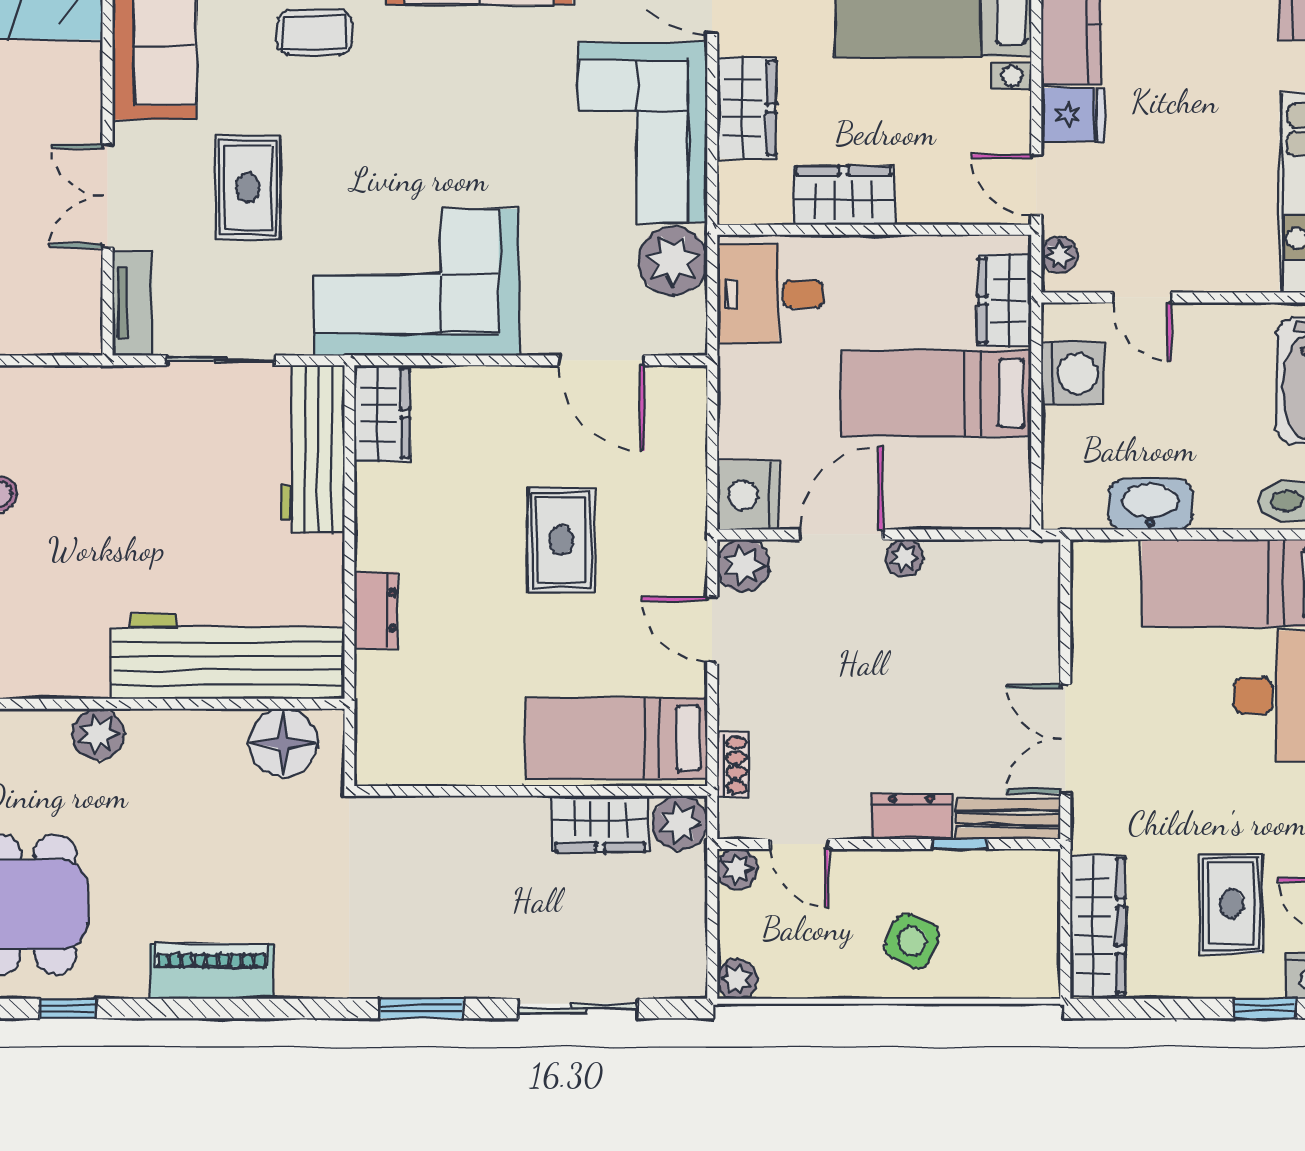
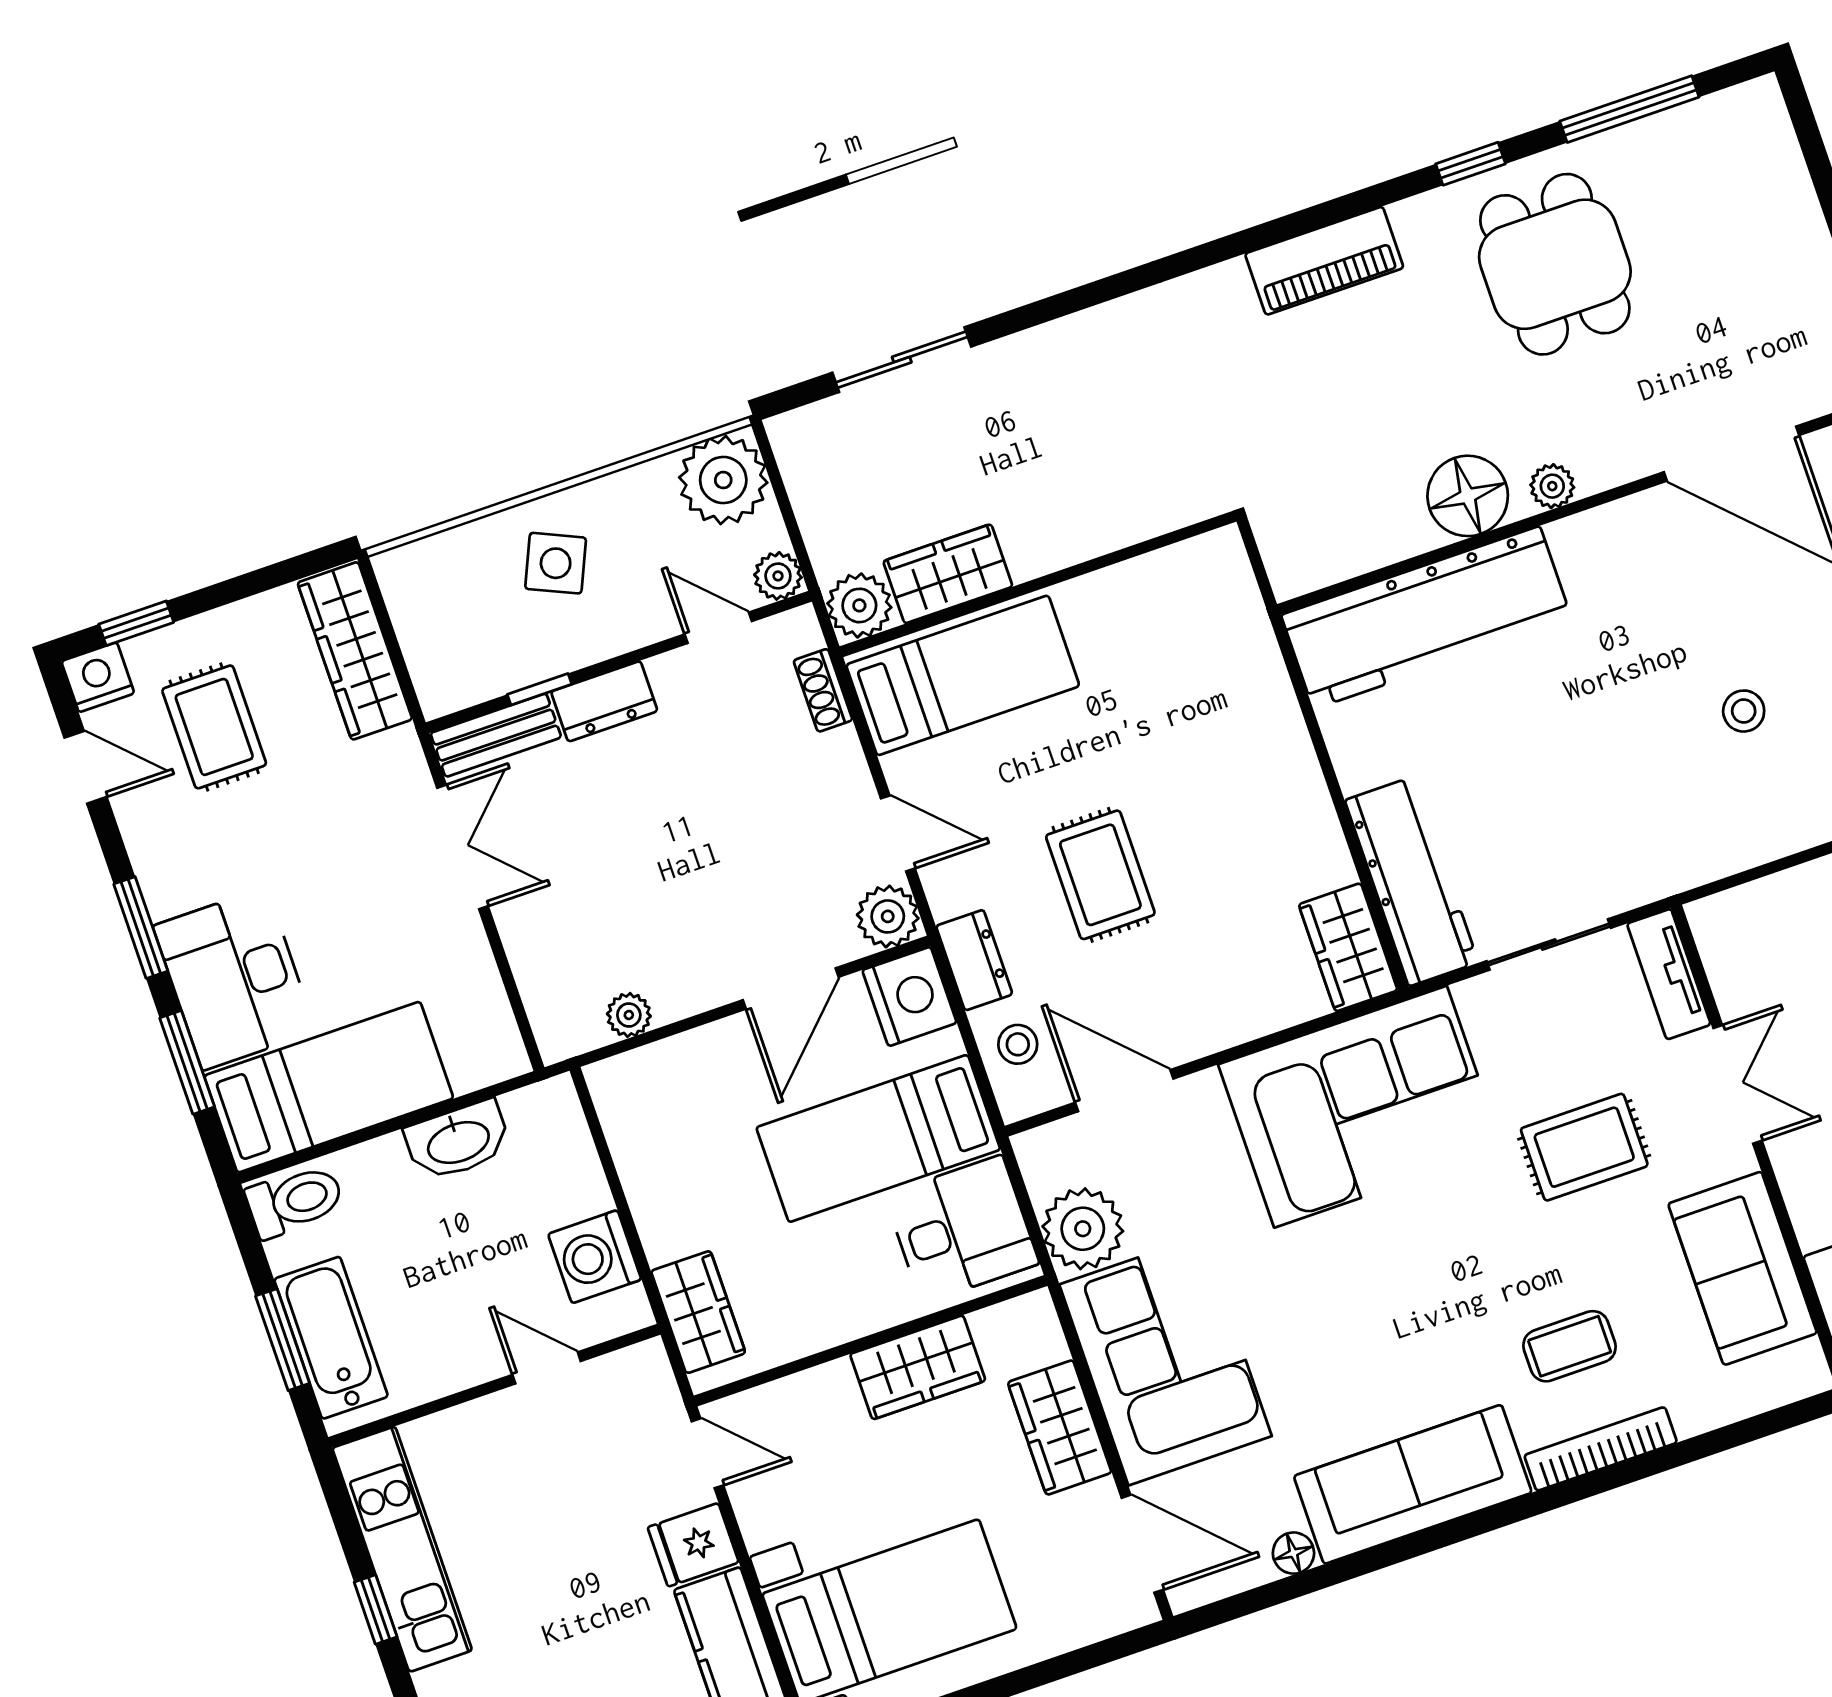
rug: (248, 188) -> (1584, 1147), turned 90
plant: (1059, 255) -> (655, 1384), removed
bed: (936, 393) -> (878, 1138), moved, turned 180
stool: (674, 427) -> (1018, 1044), added
plant: (904, 558) -> (629, 1015), moved
dresser: (376, 610) -> (974, 960), moved, turned 180
plant: (98, 734) -> (1552, 486), width x0.73, depth x0.73
floor lamp: (283, 743) -> (1468, 496), moved
plant: (737, 979) -> (723, 480), width x1.87, depth x1.87
window: (421, 1009) -> (1076, 300), removed

